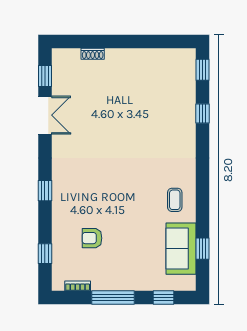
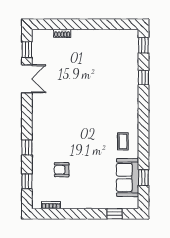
window: (45, 191) -> (27, 147), moved
window: (113, 298) -> (77, 214), removed

